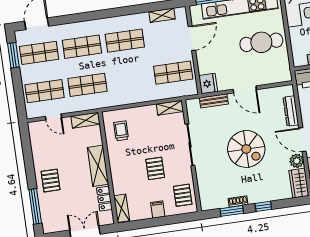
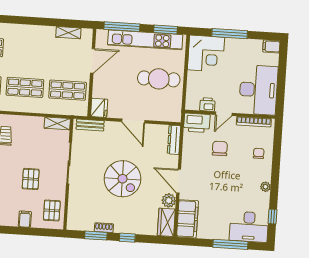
shop shelf: (125, 41) -> (25, 87), moved
bench: (214, 101) -> (90, 125), moved
dresser: (291, 111) -> (174, 140), moved

